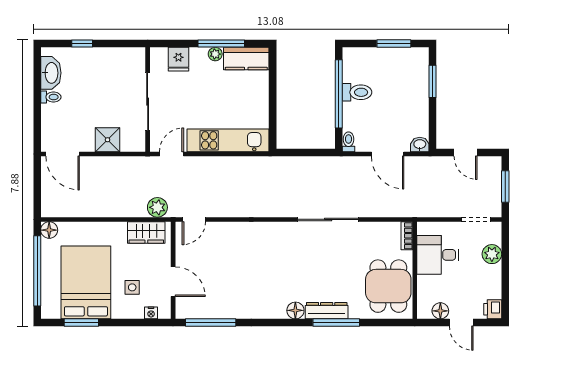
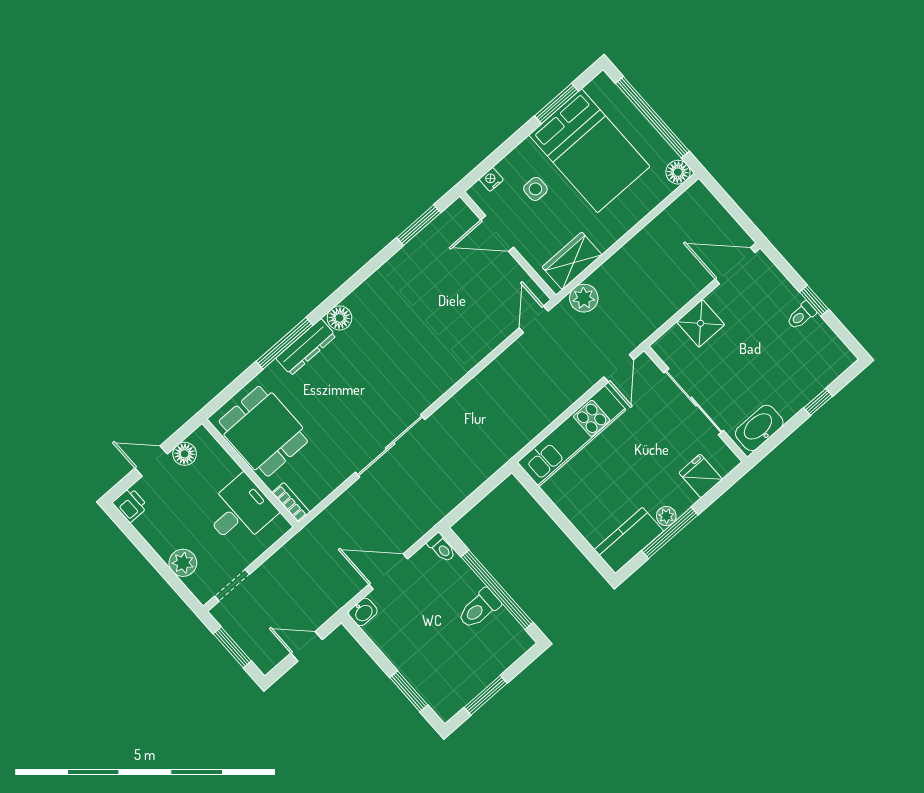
washbasin: (51, 73) -> (759, 428), moved, turned 90
window: (37, 99) -> (814, 301), added
window: (211, 323) -> (419, 225), width x0.69

